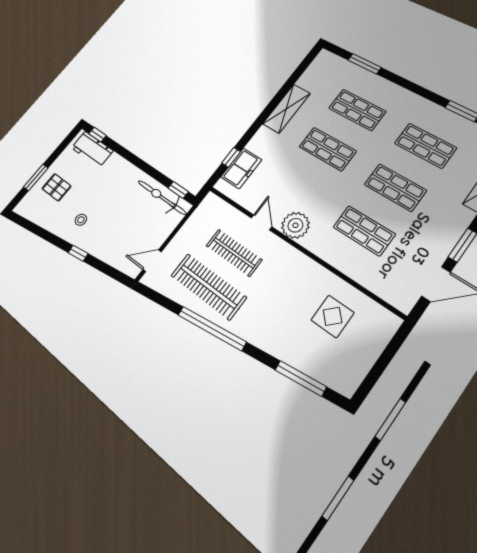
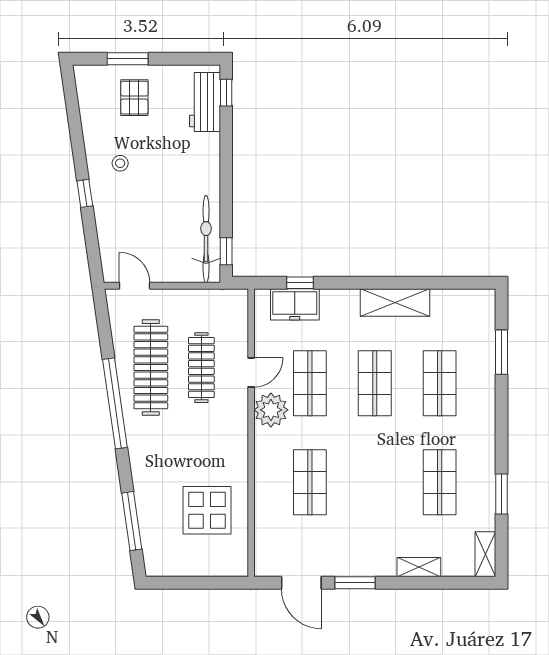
shop shelf: (395, 187) -> (310, 383), moved
display table: (333, 316) -> (207, 510), width x1.36, depth x1.36

